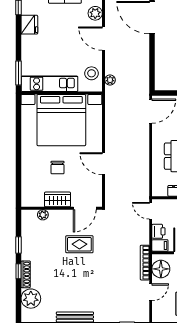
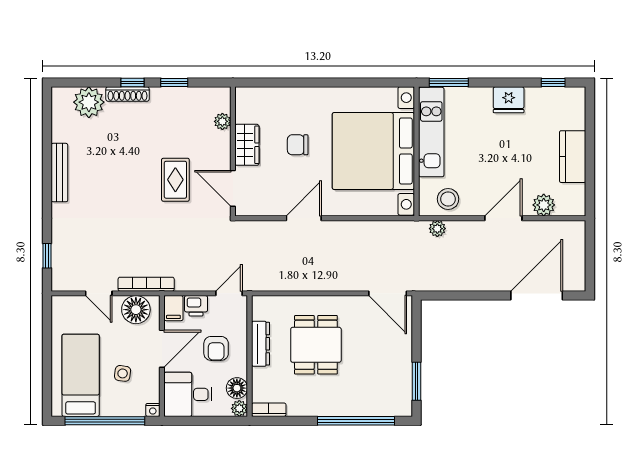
fridge: (29, 25) -> (509, 100), moved

